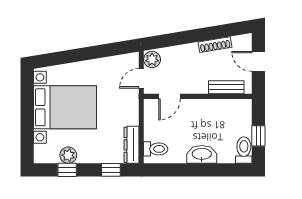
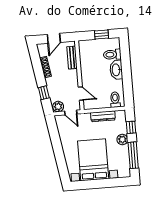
window: (175, 39) -> (44, 93), added
dresser: (131, 145) -> (103, 116), moved
toilet: (244, 150) -> (112, 55), moved
plant: (68, 155) -> (122, 139), moved
window: (67, 170) -> (133, 155), width x2.17

